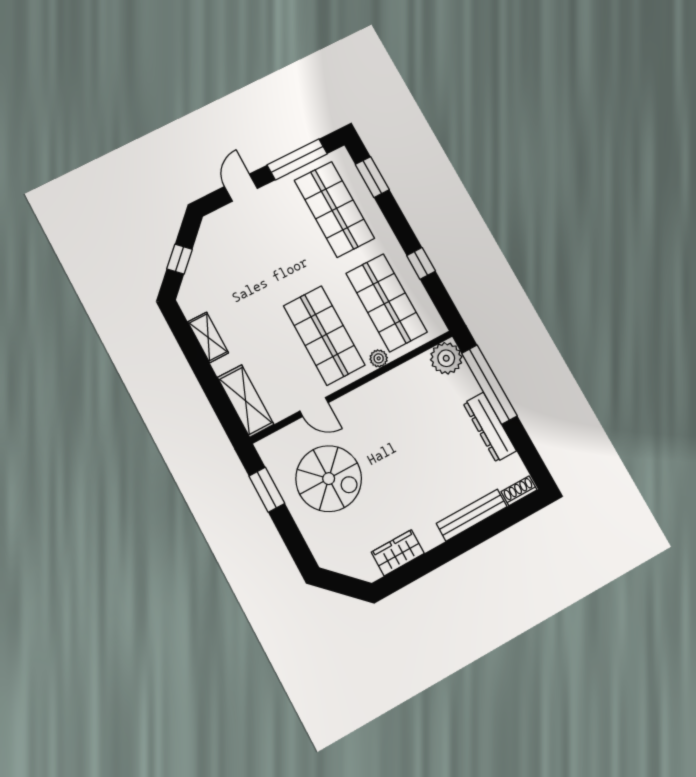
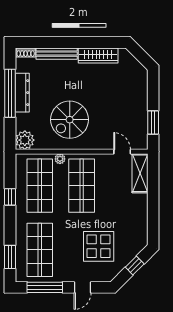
display table: (250, 259) -> (99, 246), added
shelving: (208, 337) -> (142, 216), removed
window: (489, 384) -> (10, 93), moved
door: (314, 407) -> (122, 152), moved
spiral stairs: (329, 479) -> (70, 120), moved, turned -90
wardrobe: (398, 553) -> (98, 55), width x1.50

